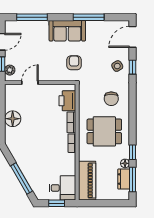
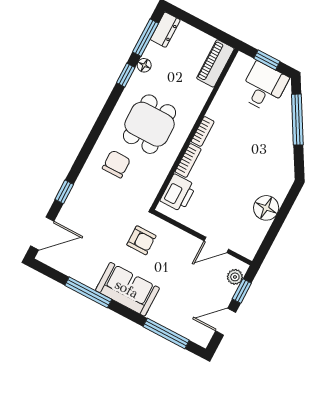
armchair: (74, 63) -> (141, 240), turned -90
side table: (117, 66) -> (84, 205), removed
dining table: (104, 131) -> (150, 124), turned 90
dresser: (124, 179) -> (165, 30), moved
piano: (87, 181) -> (215, 63), width x0.73, depth x0.75
desk: (62, 188) -> (264, 87), moved, turned 90

